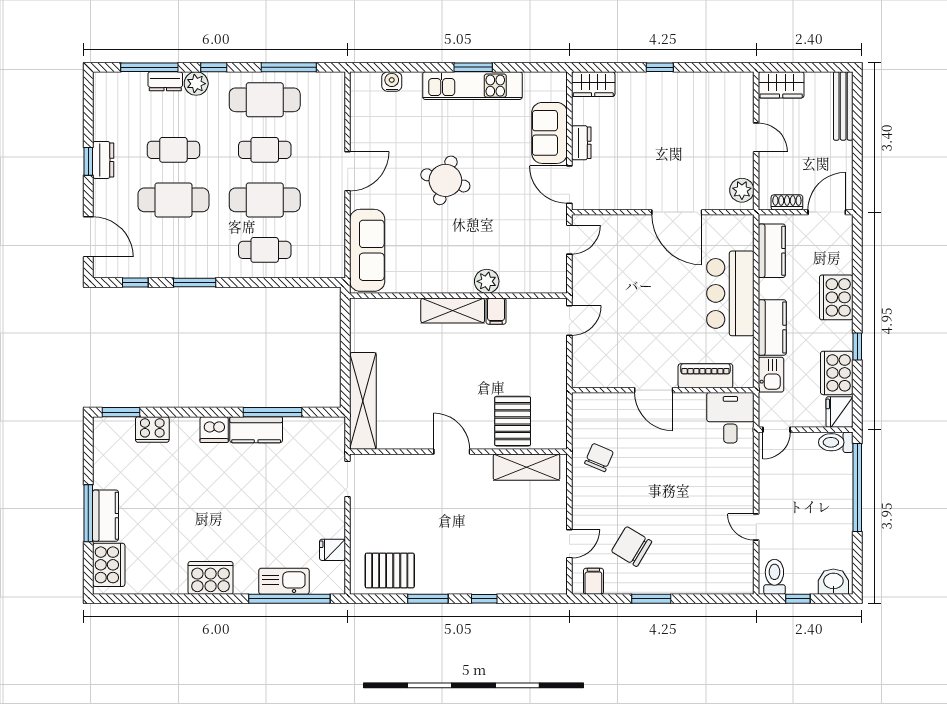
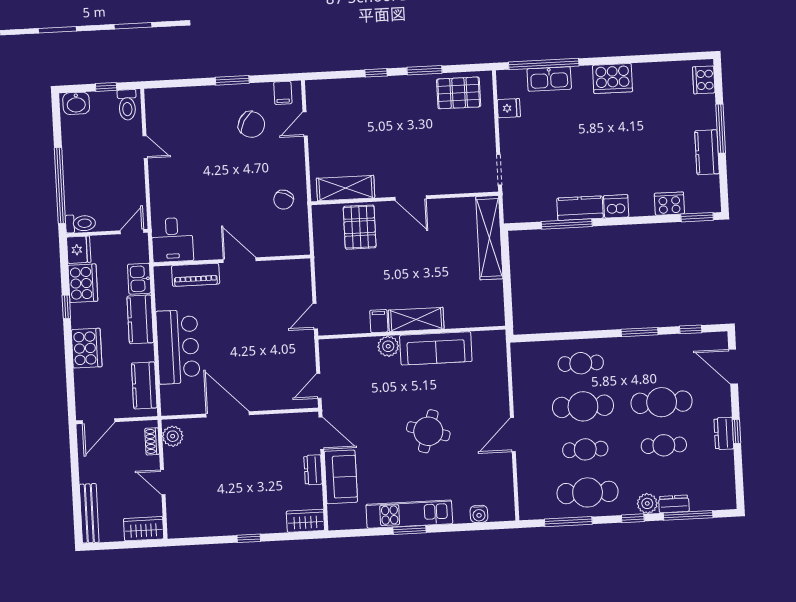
shoe rack: (787, 202) -> (152, 441), moved, turned 90
sofa: (367, 250) -> (436, 348), moved, turned -90
kitchen counter: (106, 516) -> (707, 152), moved
cooker: (109, 565) -> (704, 80), width x0.73, depth x0.76

